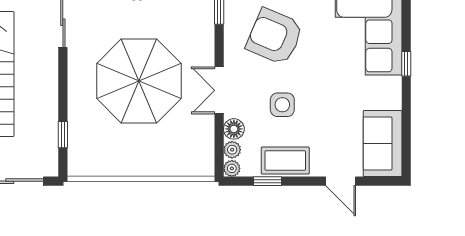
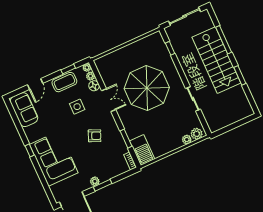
armchair: (275, 37) -> (95, 136), width x0.53, depth x0.53
door: (341, 181) -> (35, 84), swing flipped

